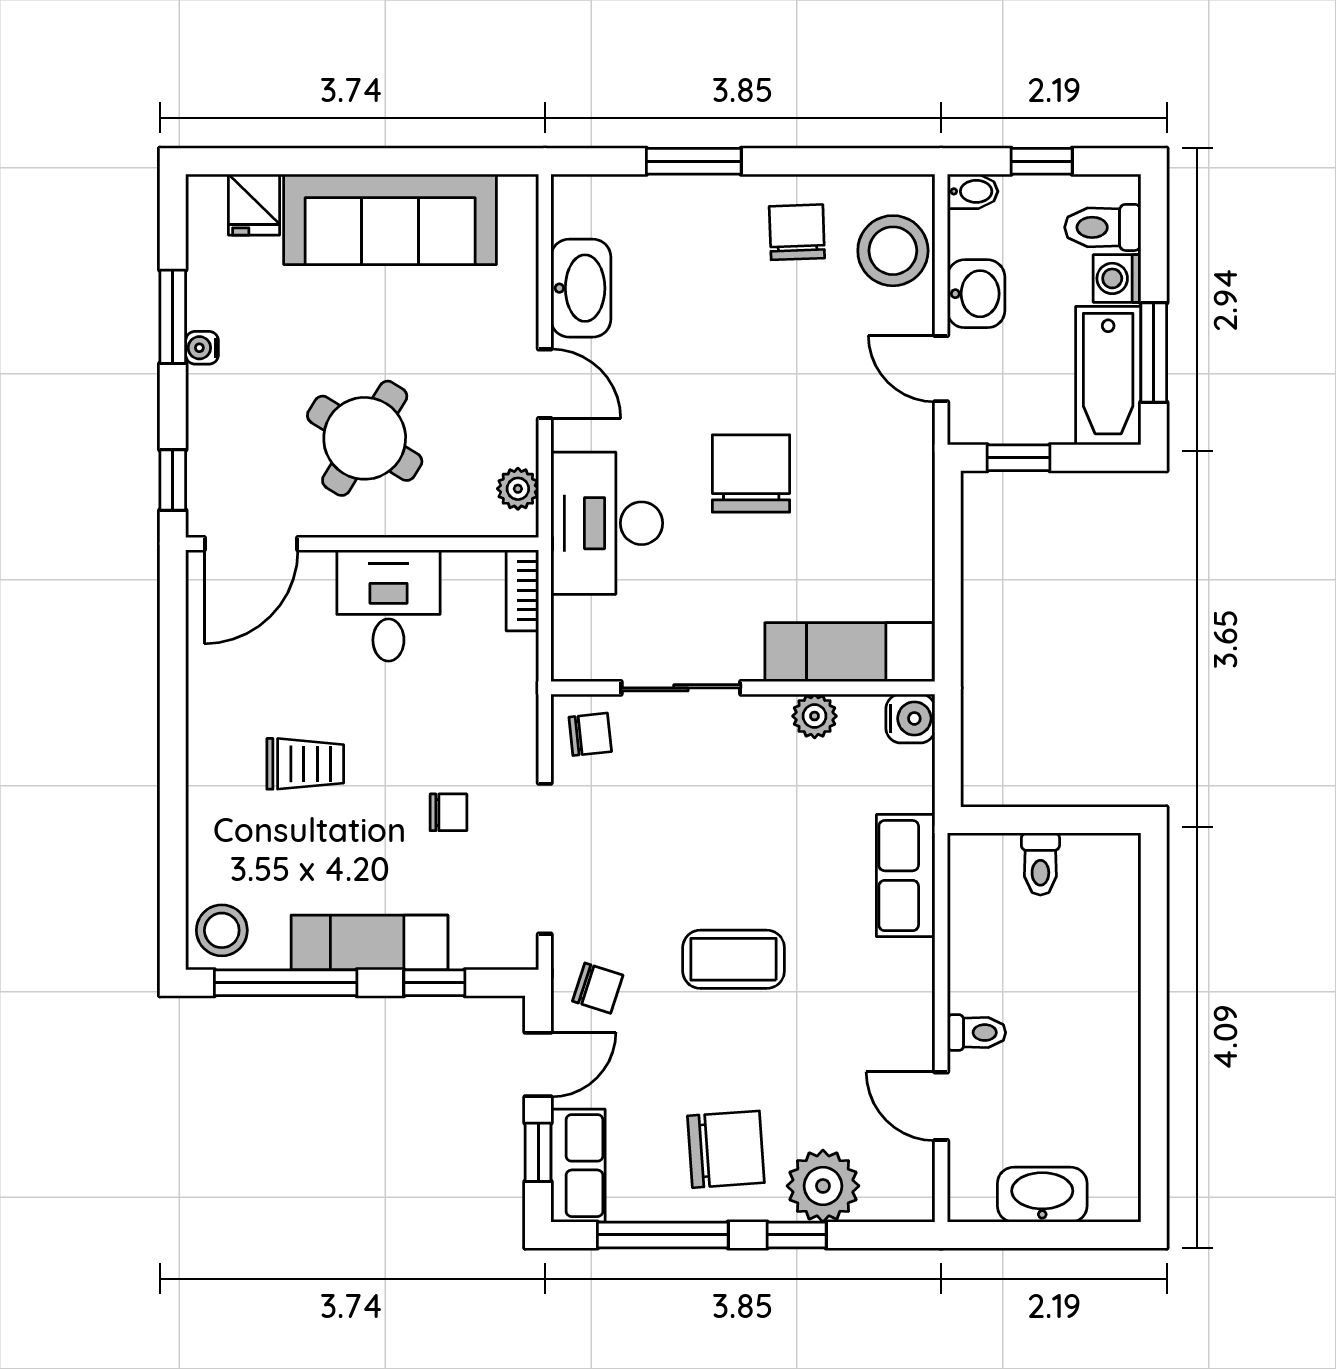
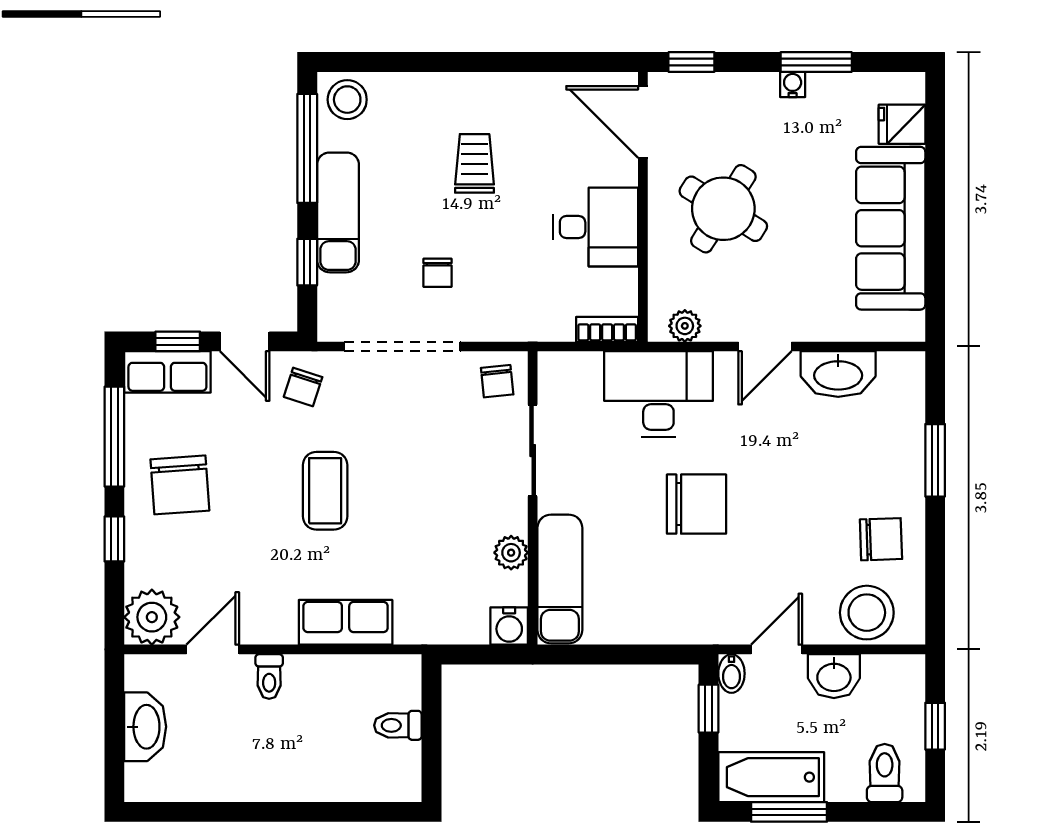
bidet: (973, 191) -> (731, 674), moved
washing machine: (1117, 278) -> (846, 784), removed
trolley: (305, 764) -> (475, 163), turned 180
row of seats: (906, 876) -> (346, 622), moved
plant: (823, 1186) -> (152, 617), moved

